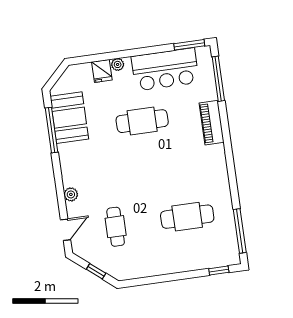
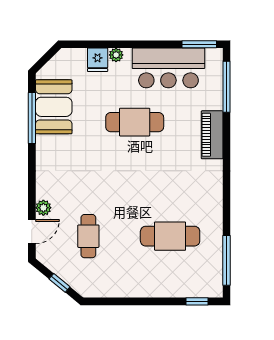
plant: (71, 194) -> (43, 208), moved

